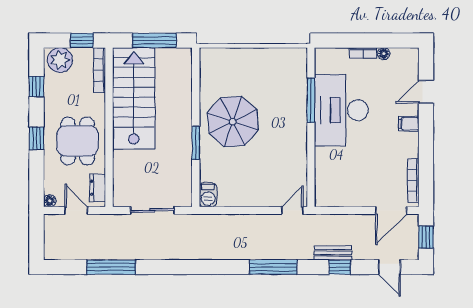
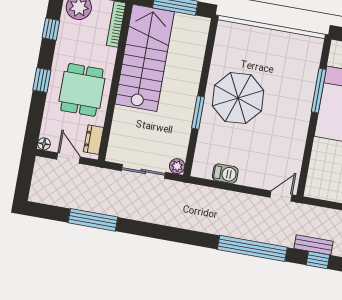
barbecue: (208, 195) -> (225, 174), moved, turned -90
plant: (185, 199) -> (177, 166), added
window: (273, 267) -> (252, 248), width x1.46

